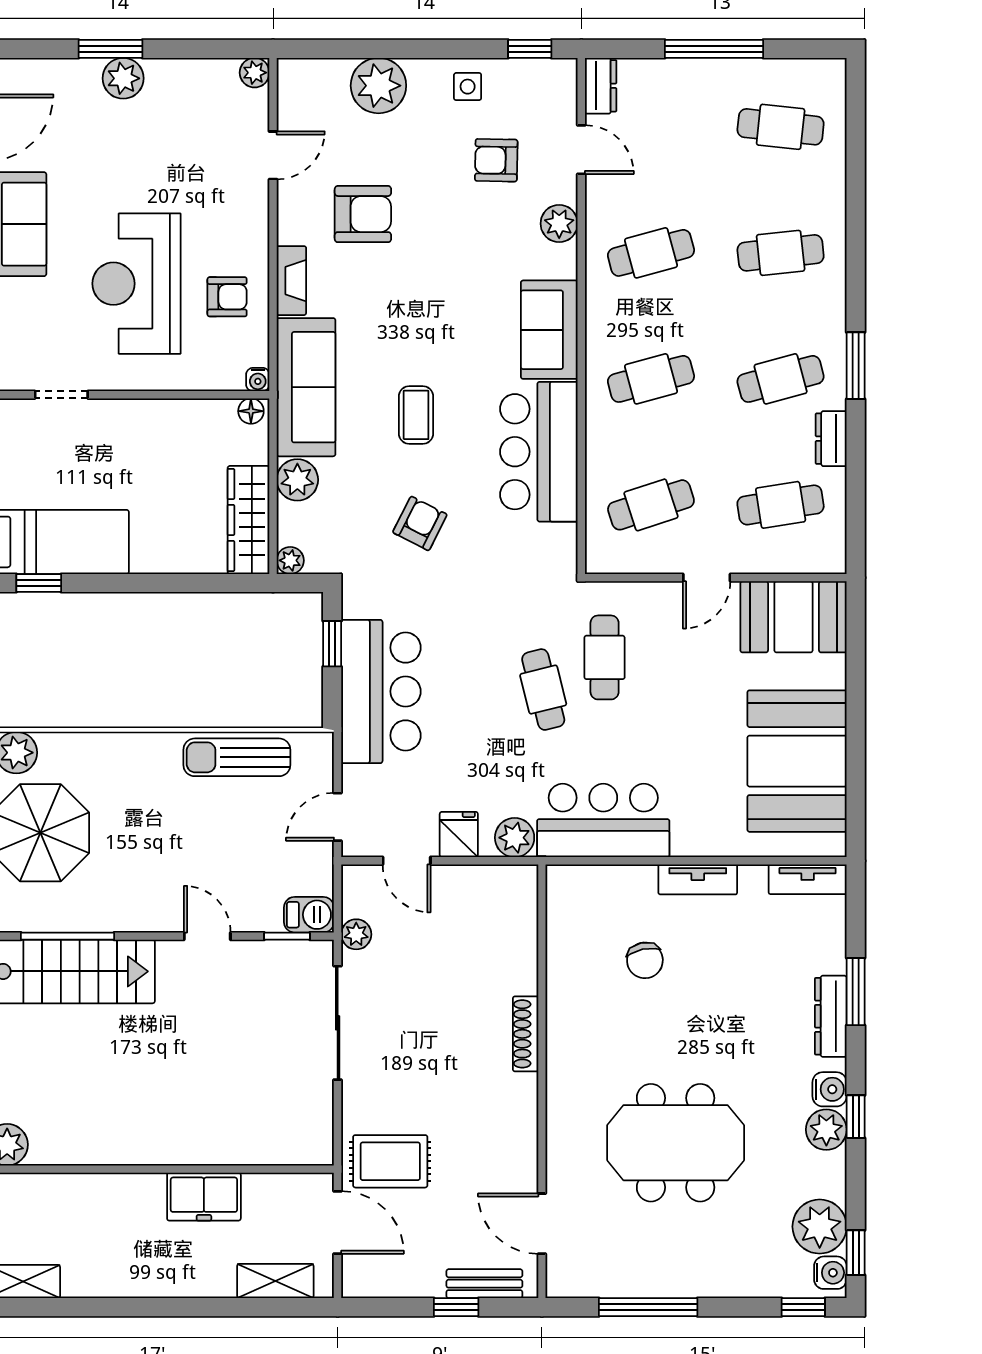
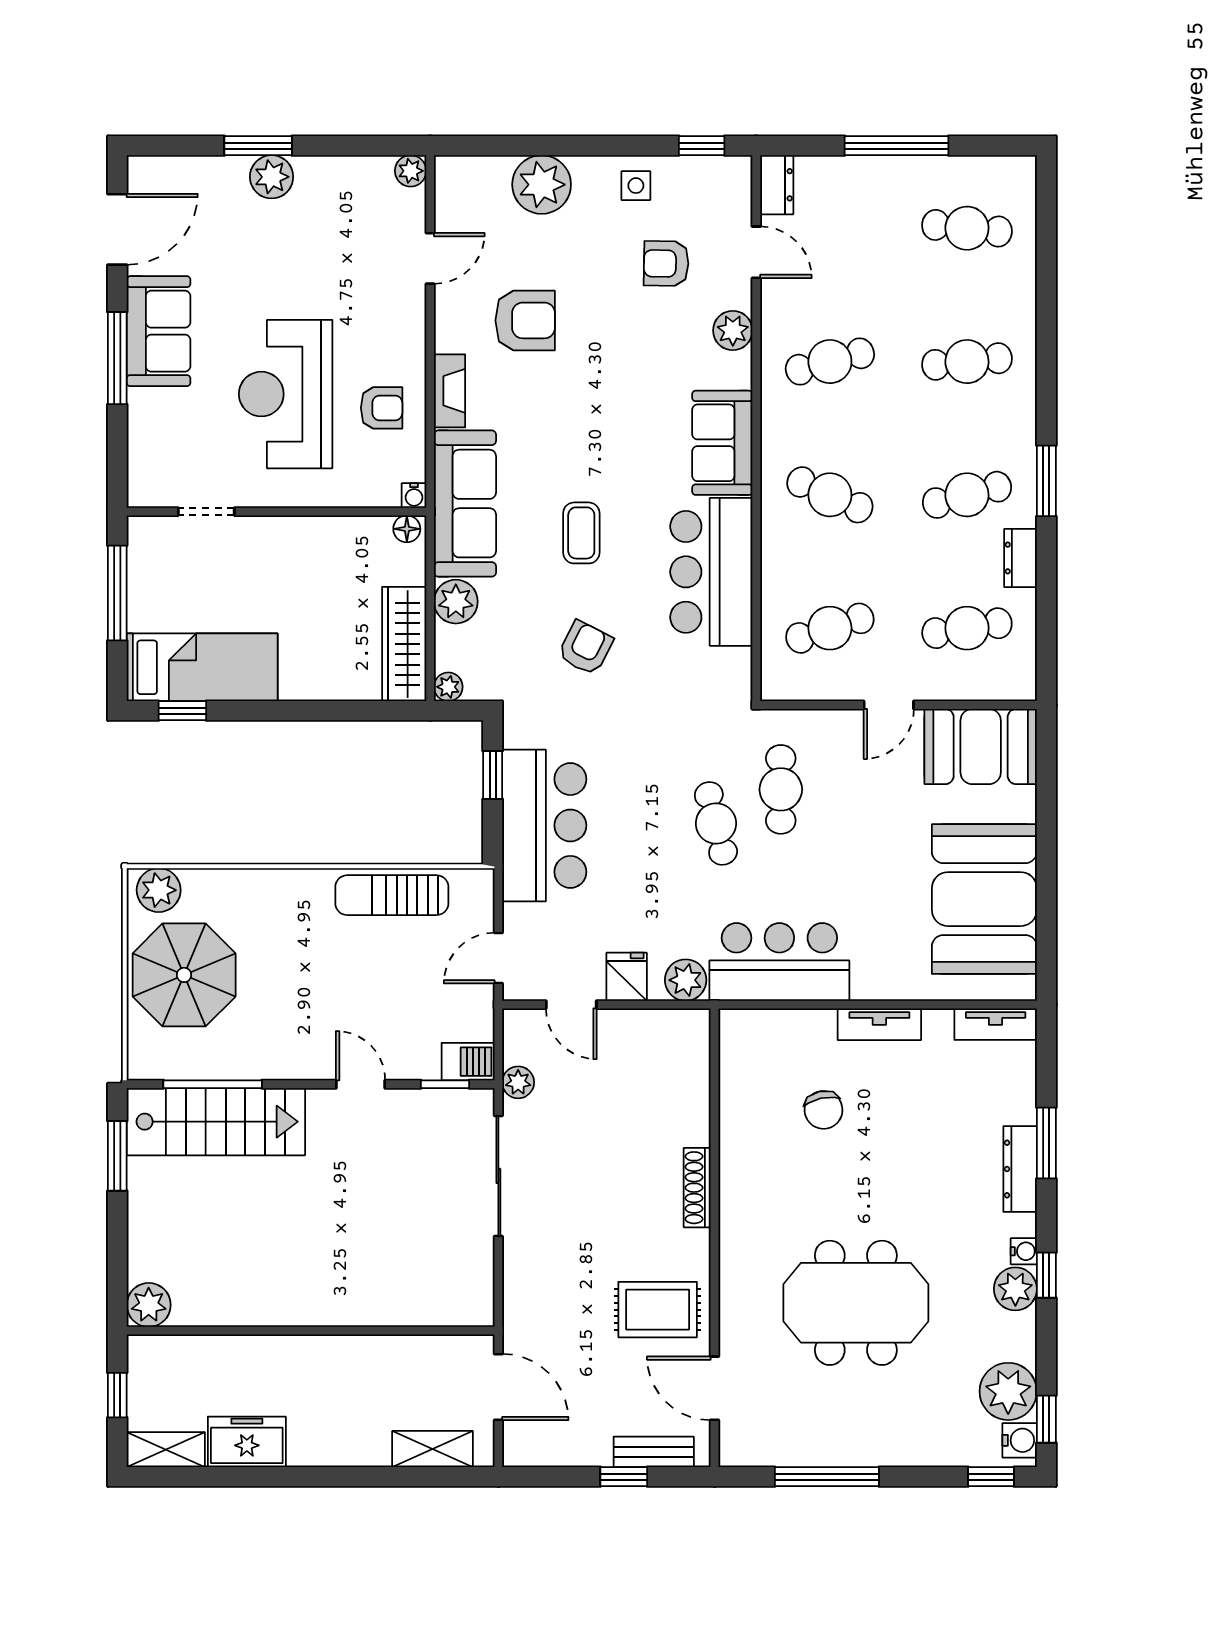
cafe table: (651, 379) -> (830, 495), turned 39
water cooler: (830, 1089) -> (1024, 1251), width x0.72, depth x0.72
rug: (390, 1161) -> (658, 1310), moved
freezer: (204, 1197) -> (247, 1442), moved, turned 180

